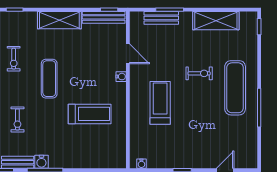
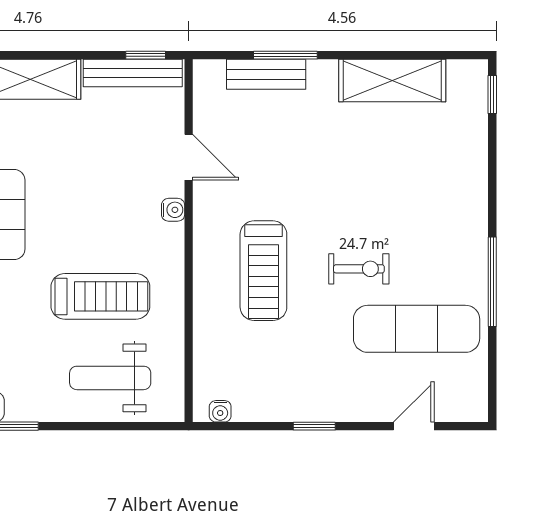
exercise bike: (199, 73) -> (359, 269), moved
exercise mat: (235, 88) -> (417, 329), moved, turned 90
treadmill: (160, 103) -> (263, 271), turned 180
weight bench: (94, 149) -> (110, 378), added

